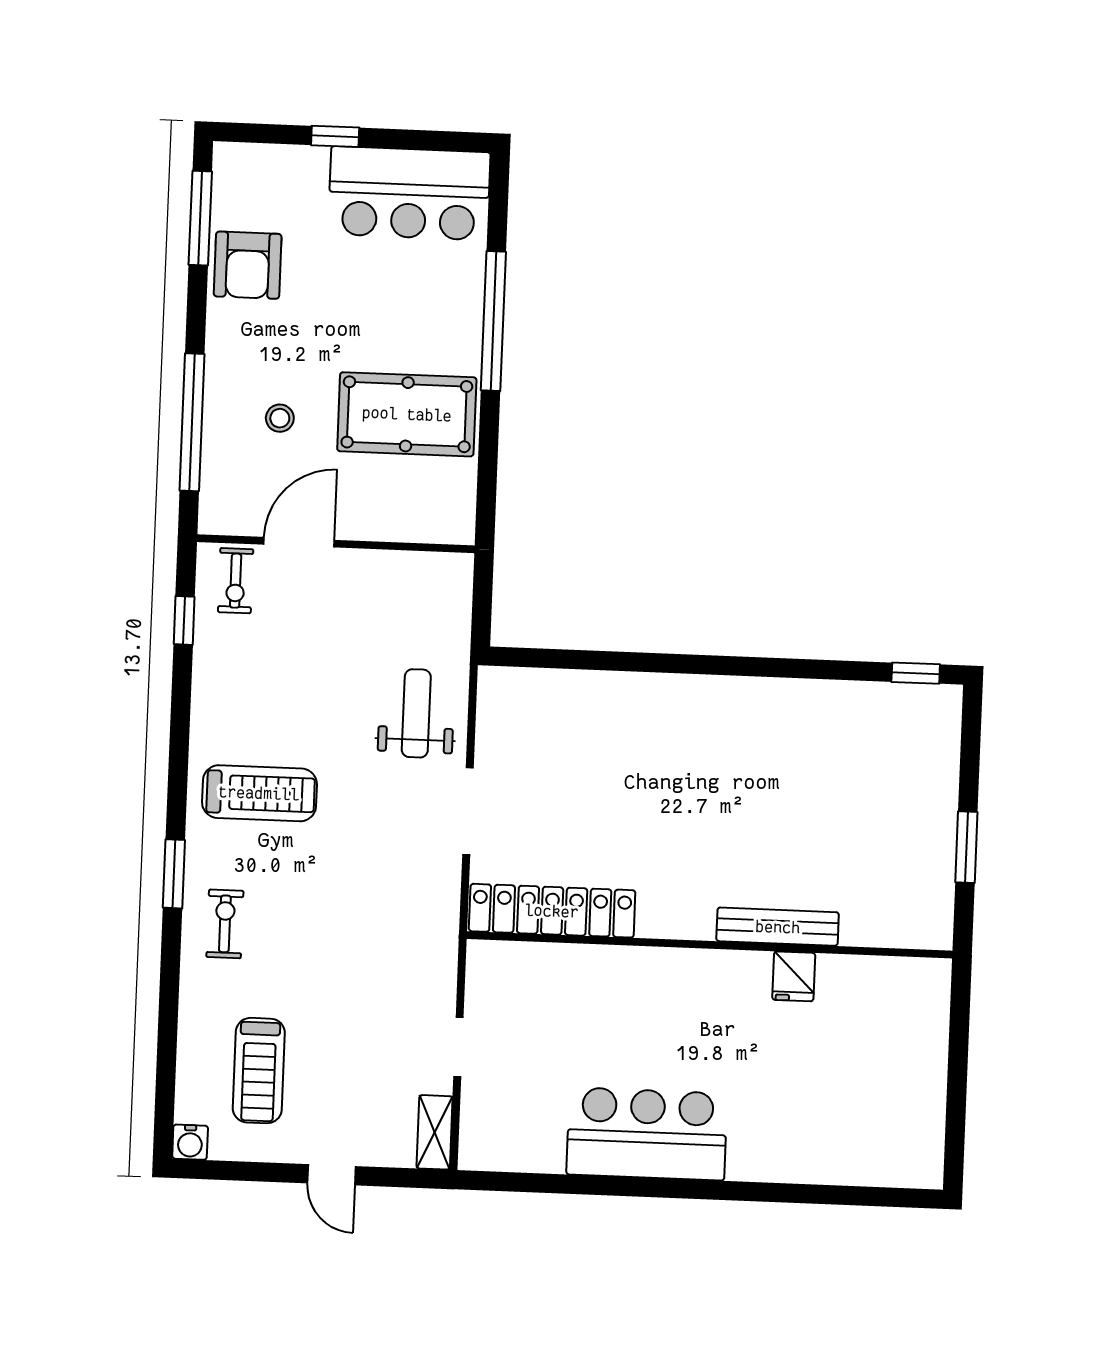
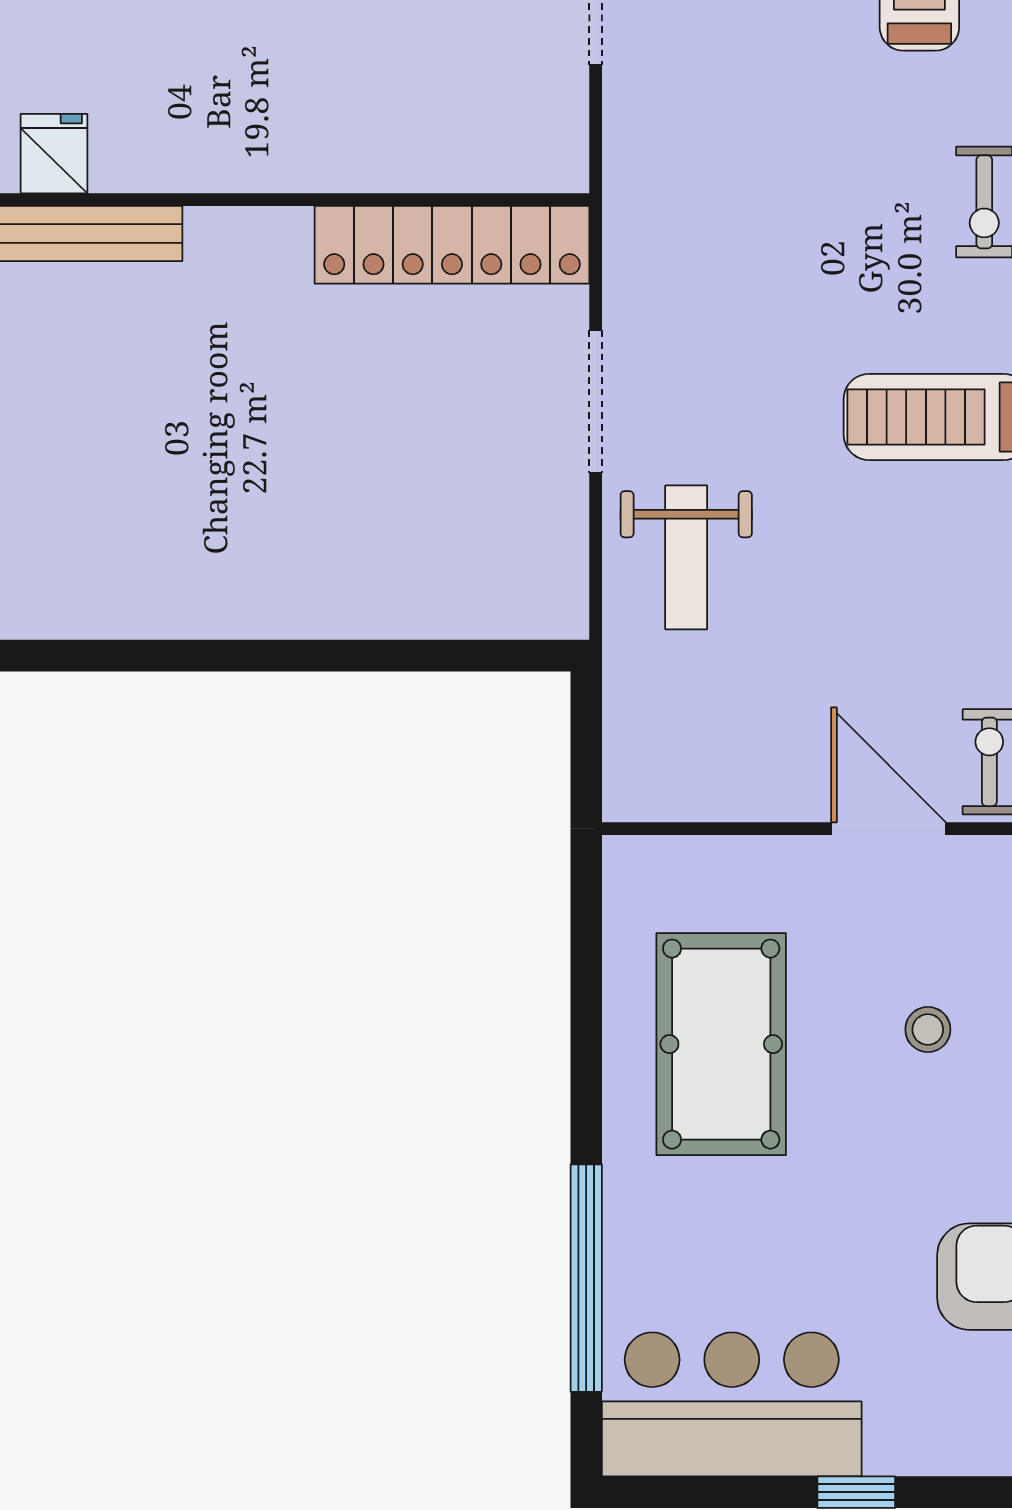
window: (493, 321) -> (586, 1278), moved
pool table: (407, 414) -> (721, 1044), turned 90
door: (299, 542) -> (889, 829), swing flipped

